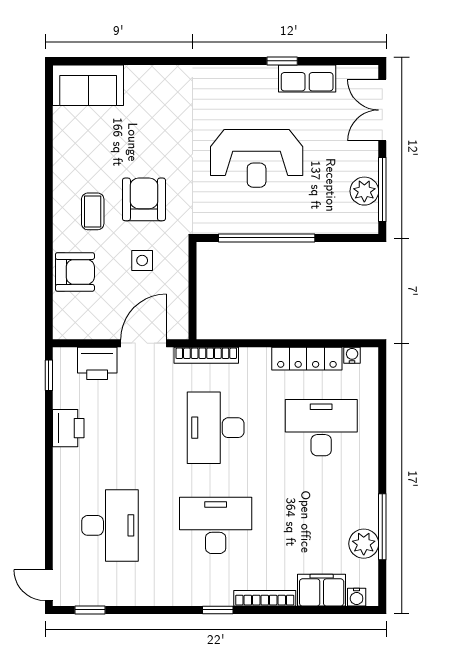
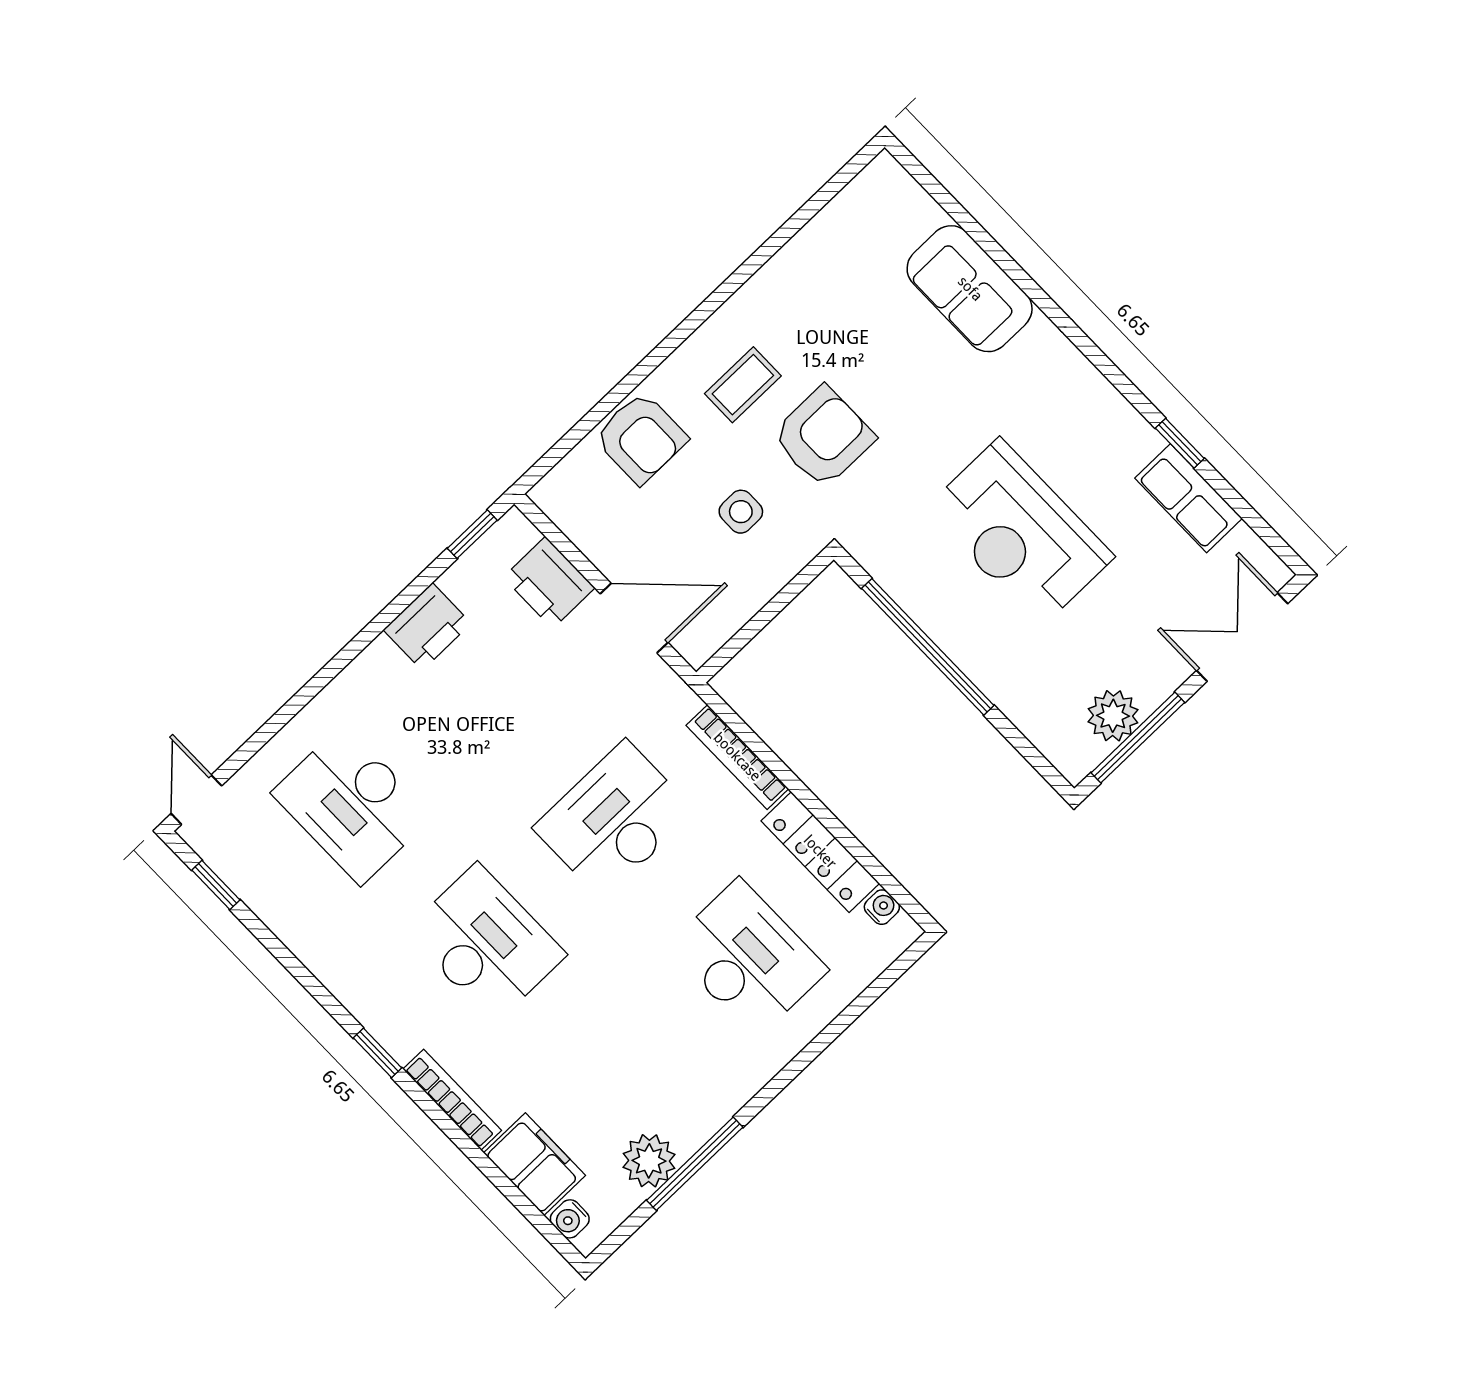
sofa: (88, 85) -> (970, 289), moved
bookcase: (206, 355) -> (737, 757), moved
desk: (110, 525) -> (352, 804), turned 90

